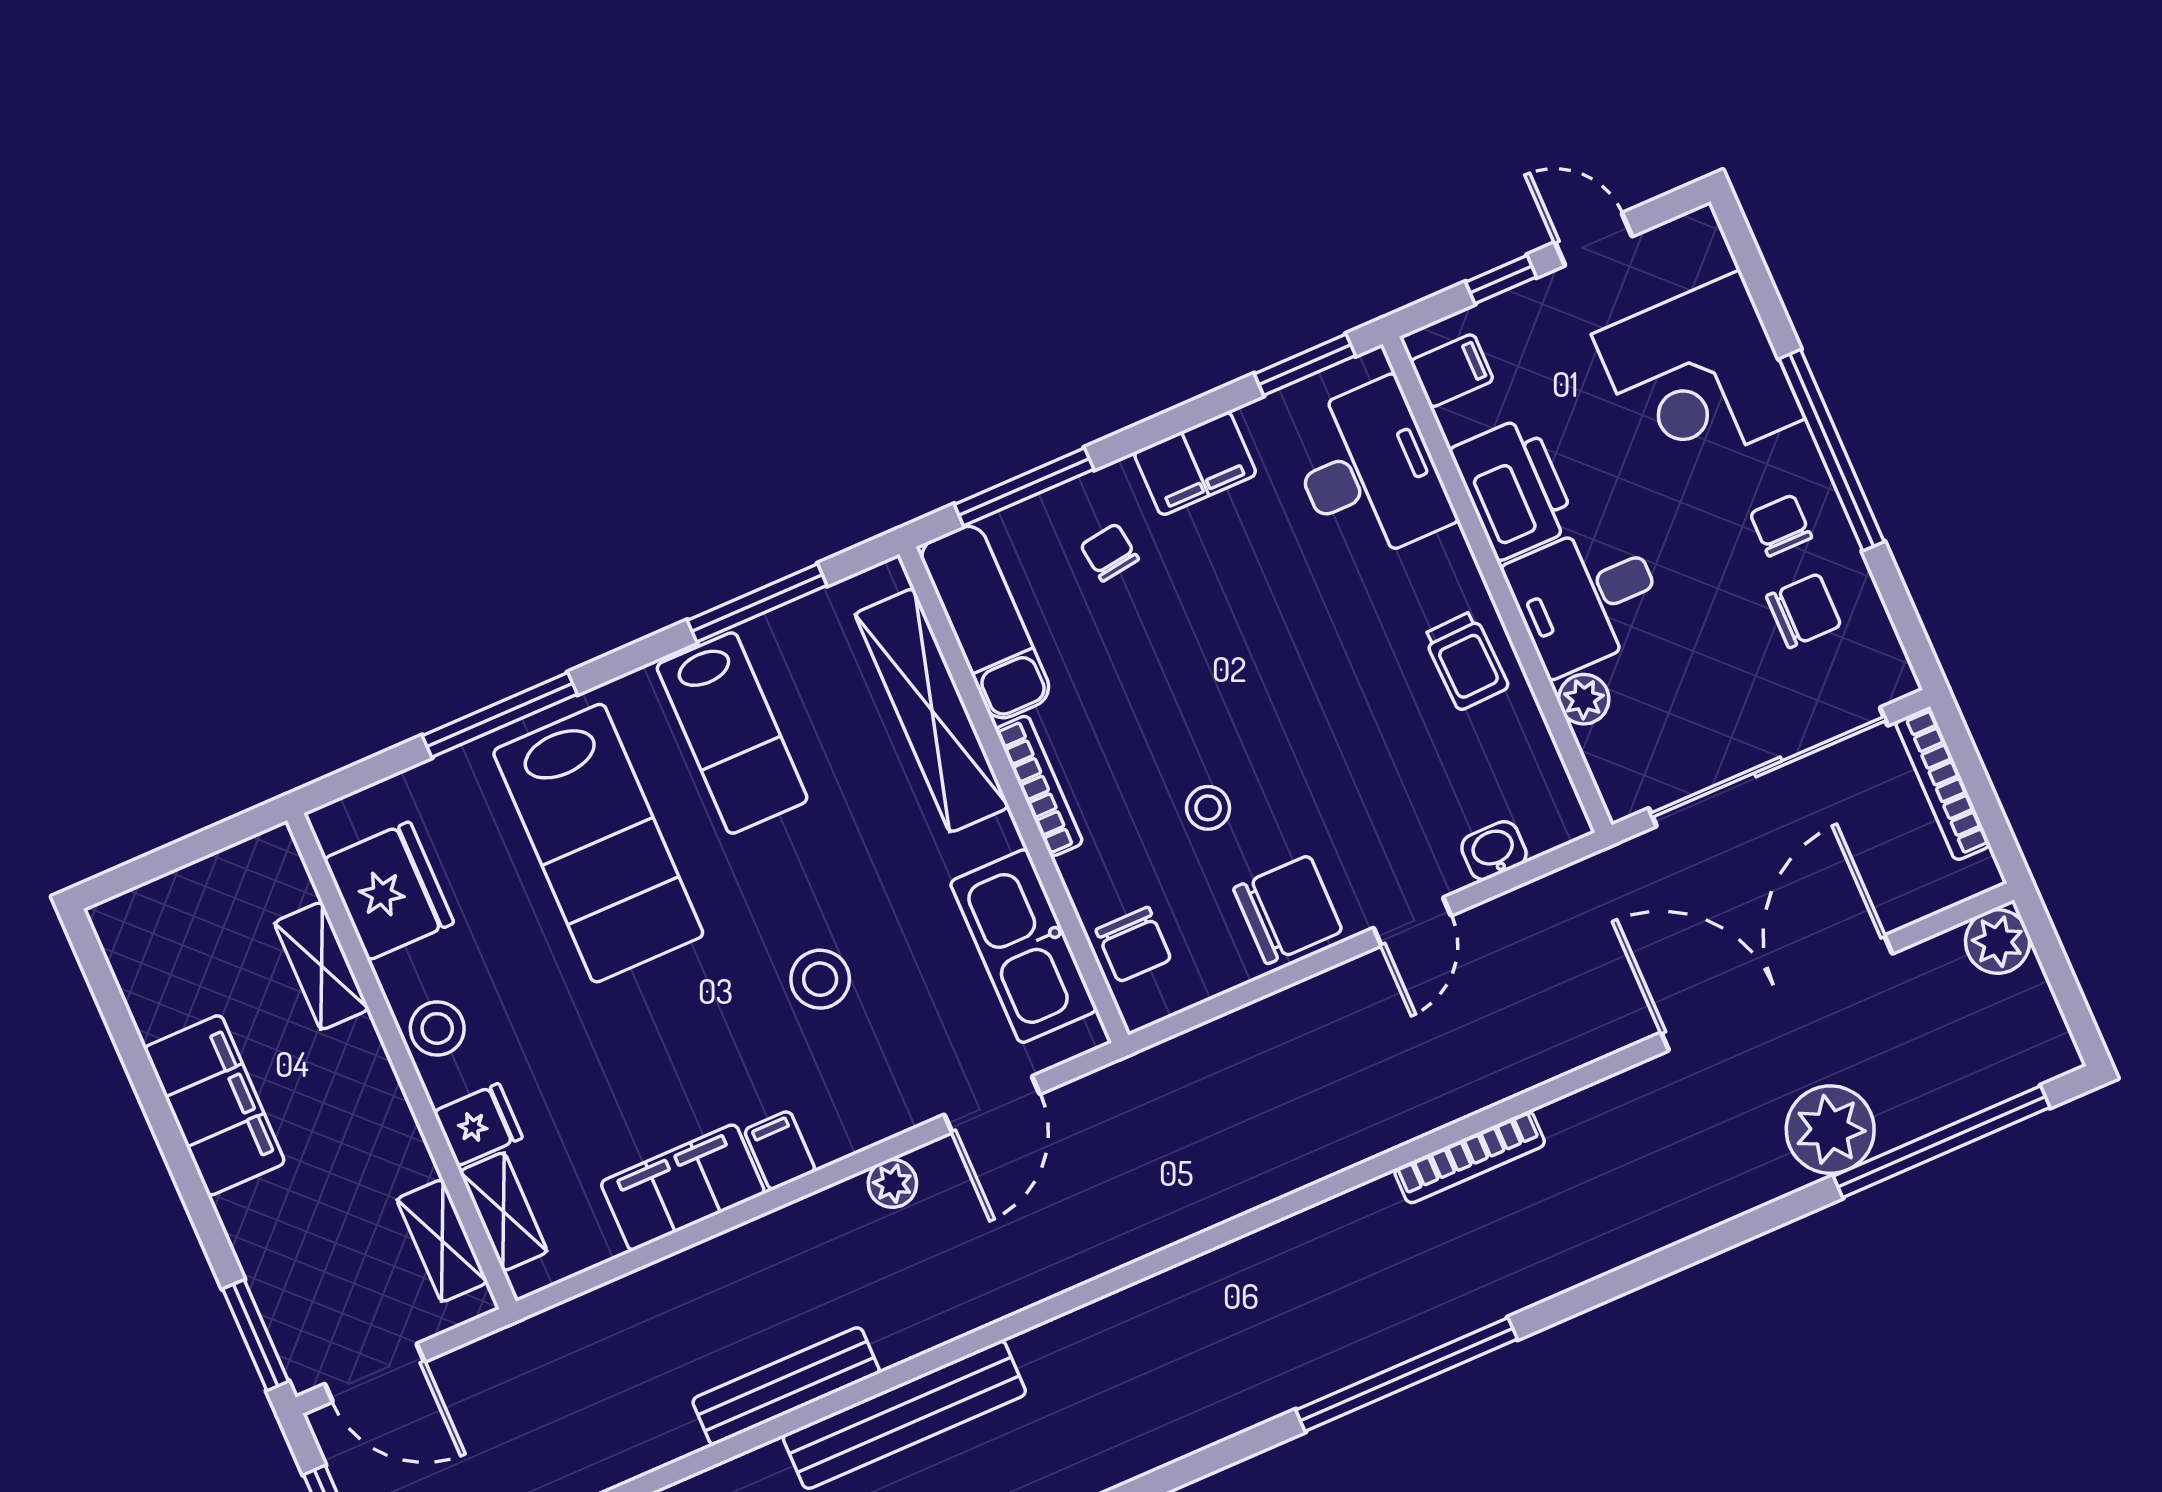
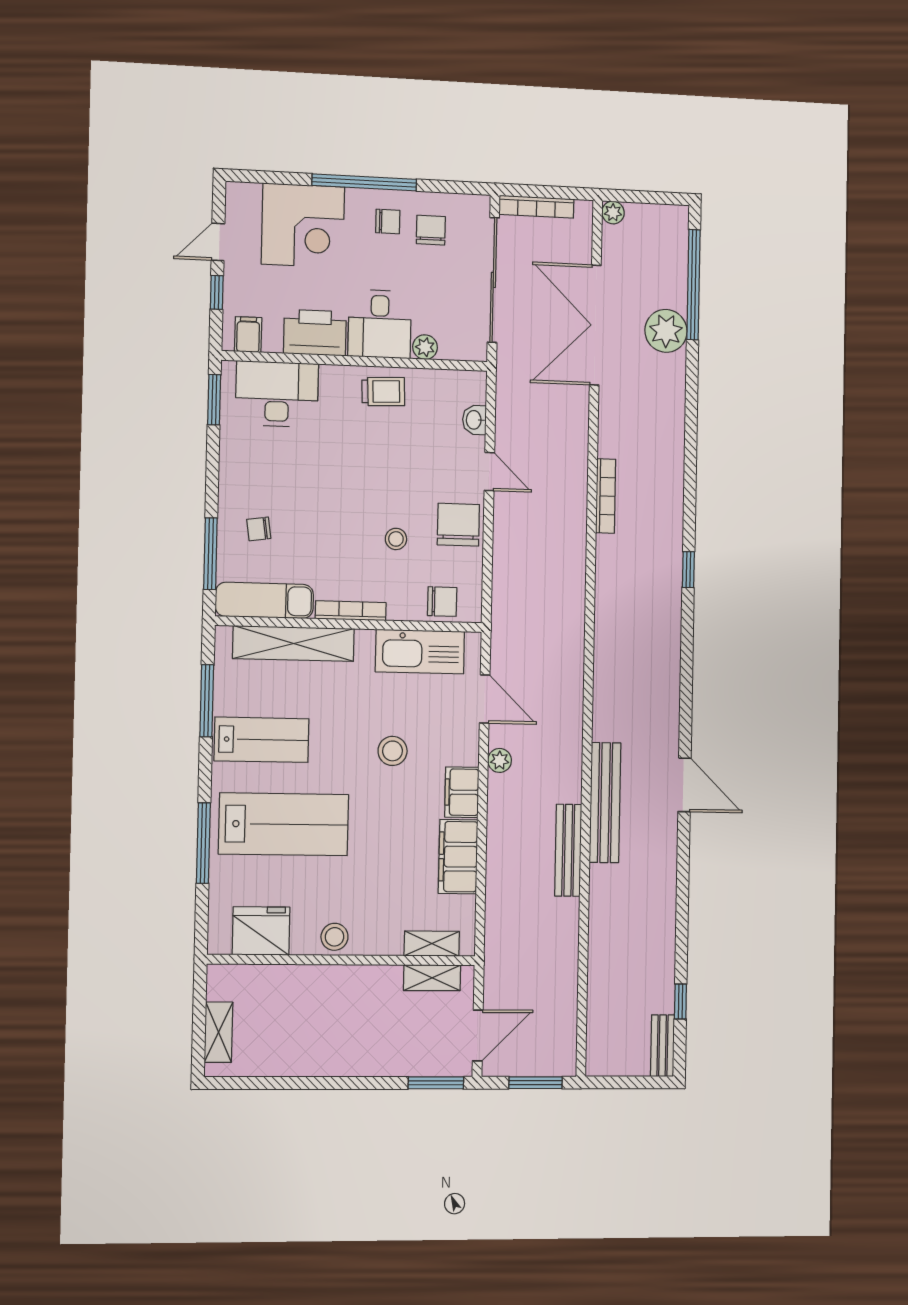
filing cabinet: (1195, 463) -> (236, 471), removed
chair: (1781, 526) -> (388, 221), turned 180
plant: (1998, 941) -> (613, 212), width x0.73, depth x0.73
shelving: (321, 966) -> (218, 1032), moved, turned 90
filing cabinet: (215, 1105) -> (323, 1056), removed
fridge: (478, 1125) -> (387, 938), removed
filing cabinet: (780, 1150) -> (462, 792), width x2.00
window: (1407, 1374) -> (688, 570), width x0.32

